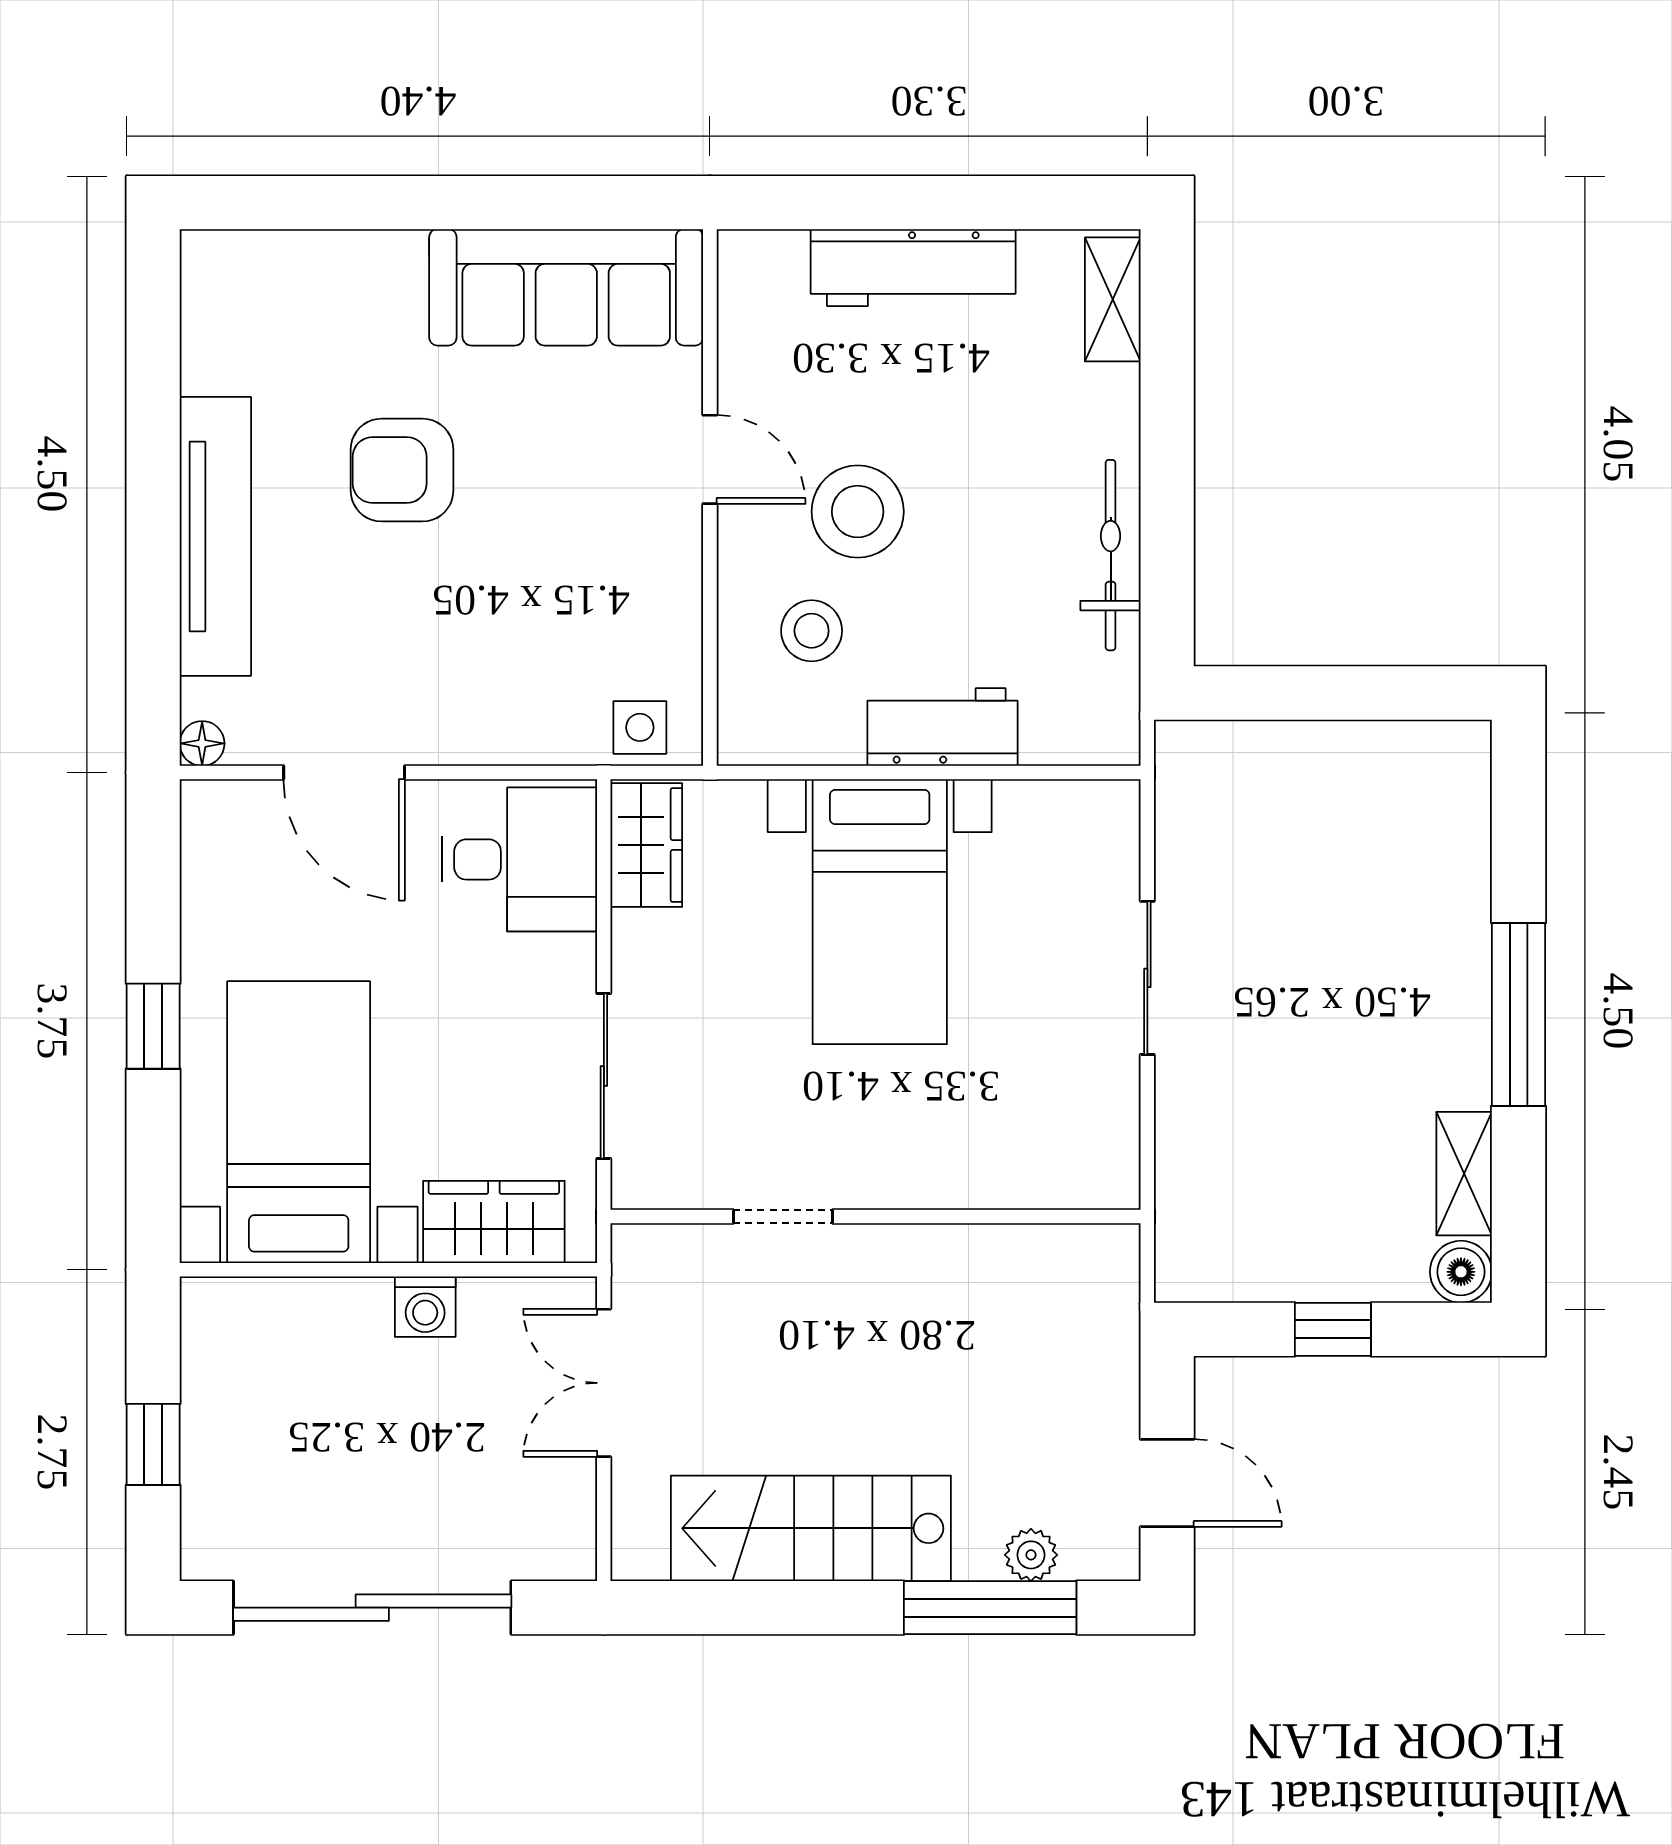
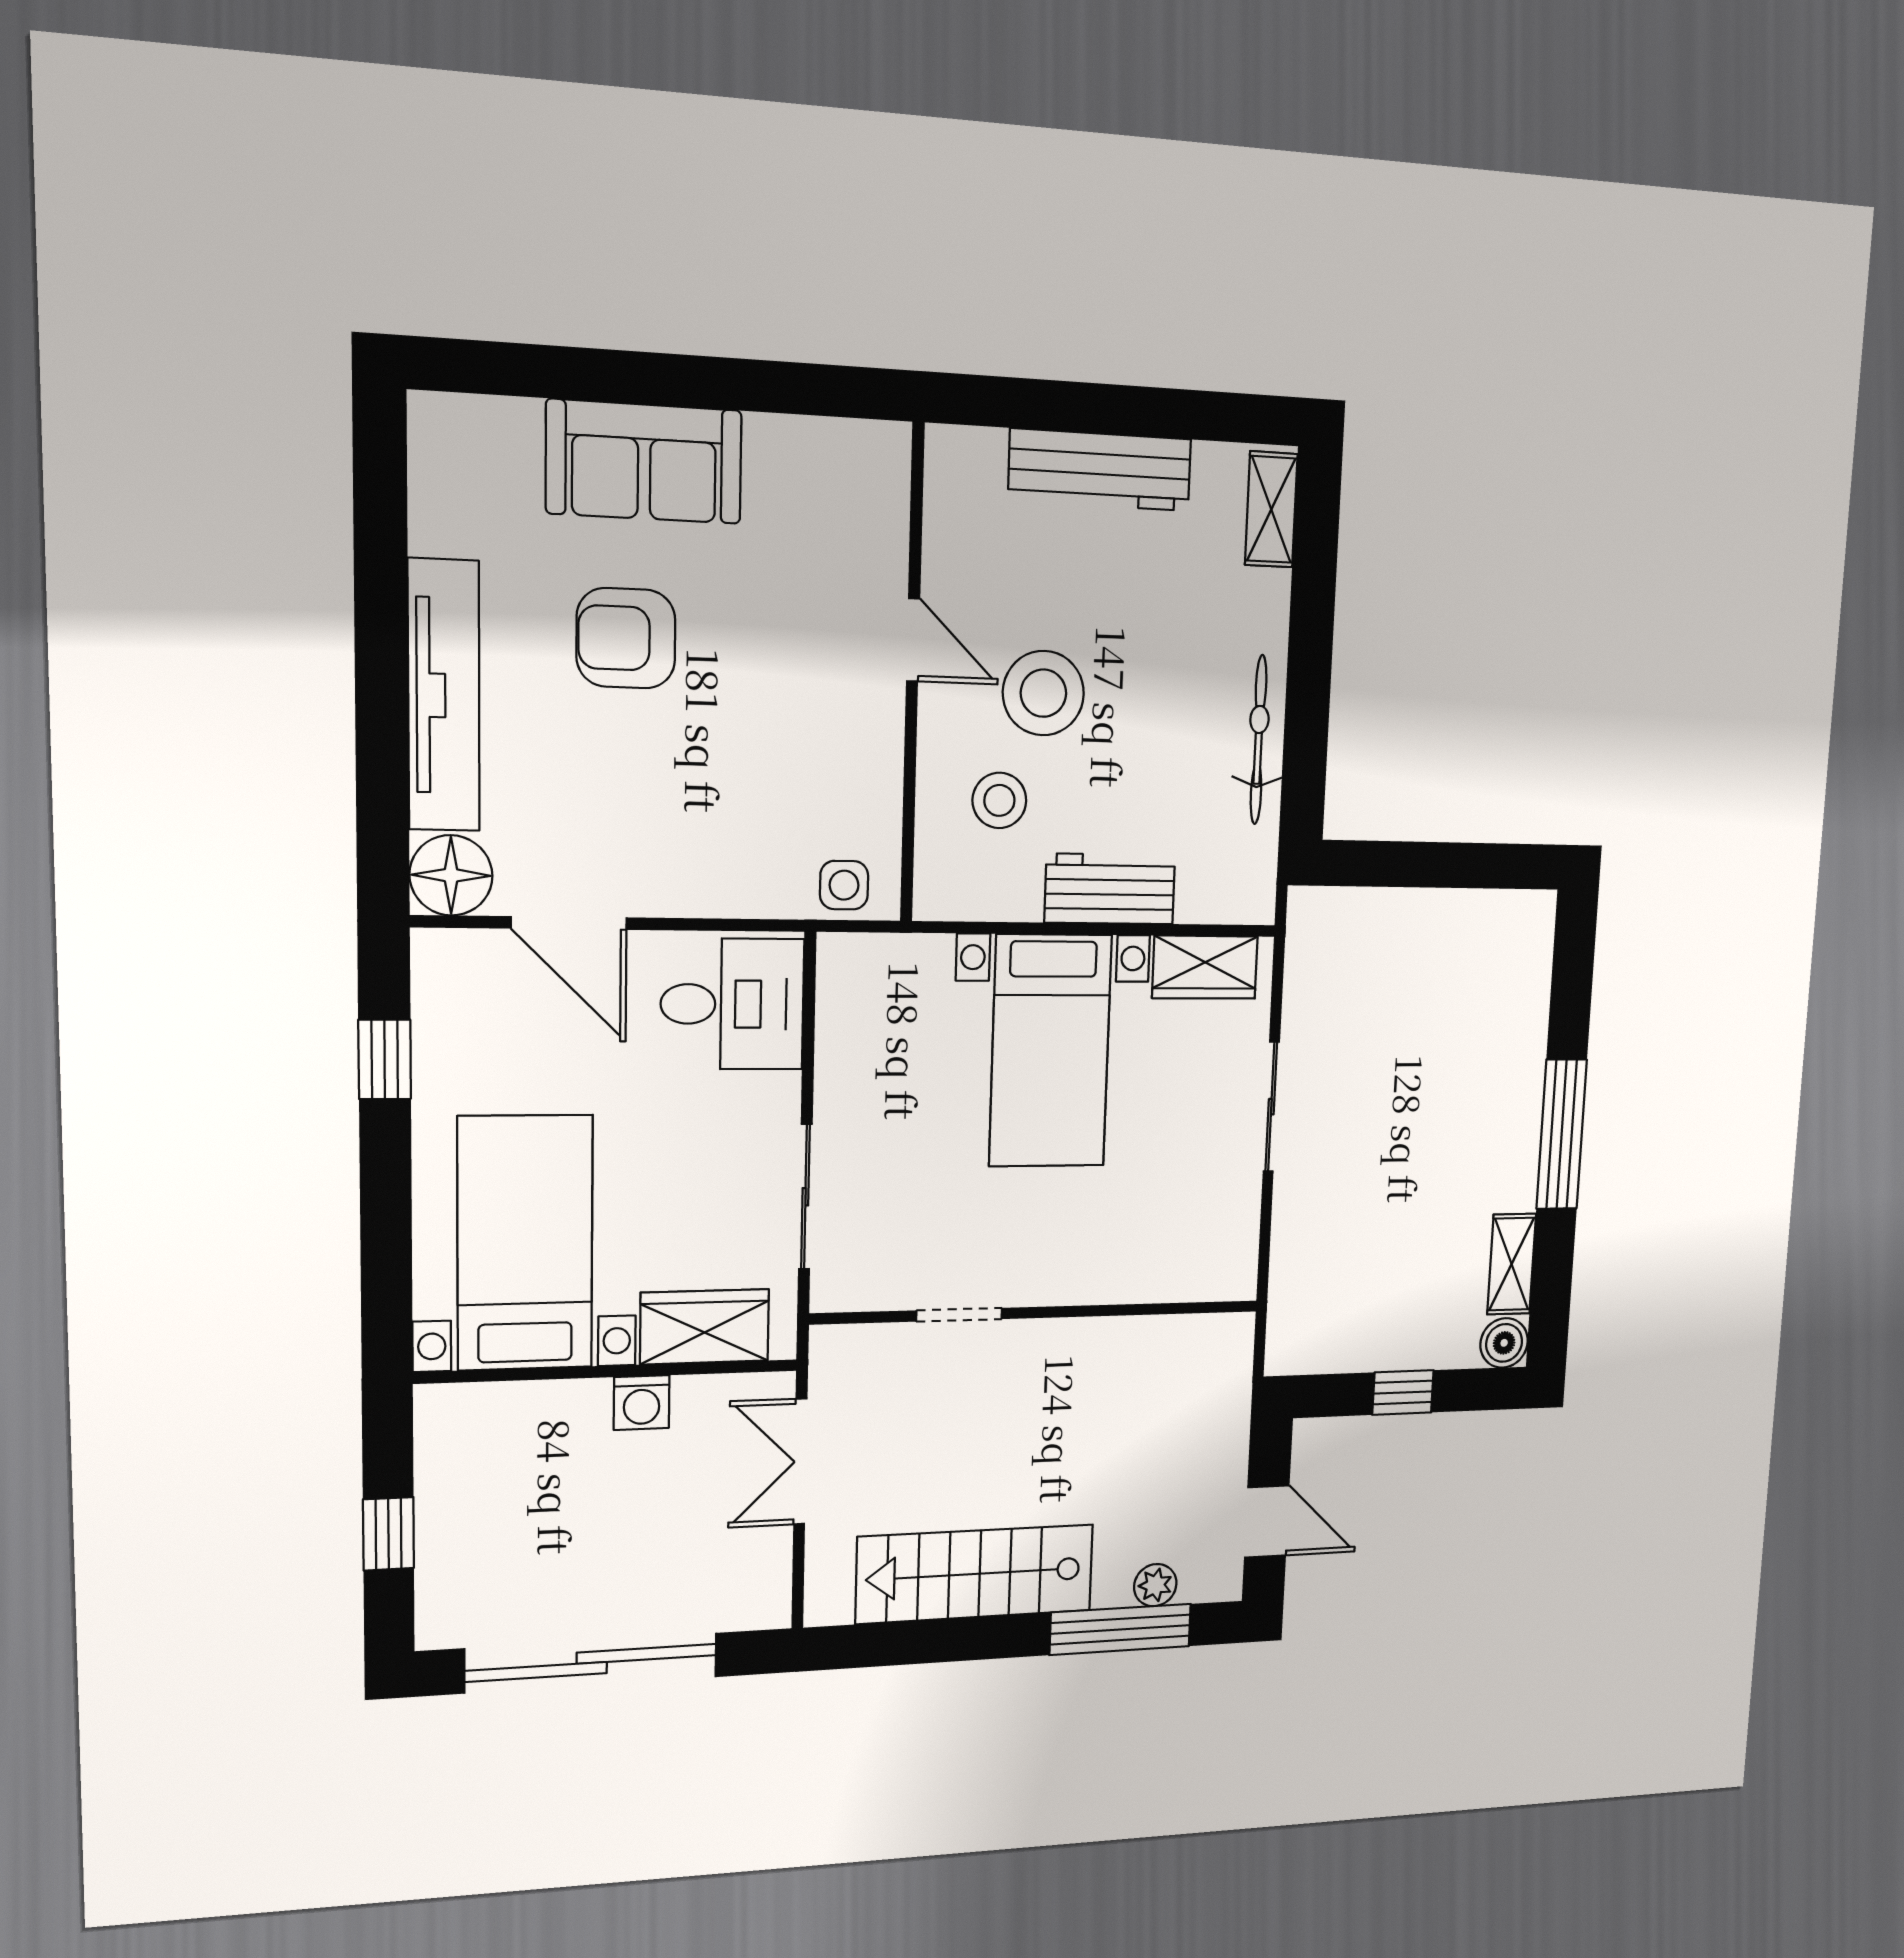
sofa: (566, 287) -> (644, 462), moved, width x0.73
floor lamp: (202, 743) -> (451, 875), width x1.89, depth x1.89
wardrobe: (646, 845) -> (1205, 967), moved, turned 90
window: (153, 1026) -> (385, 1059), moved

